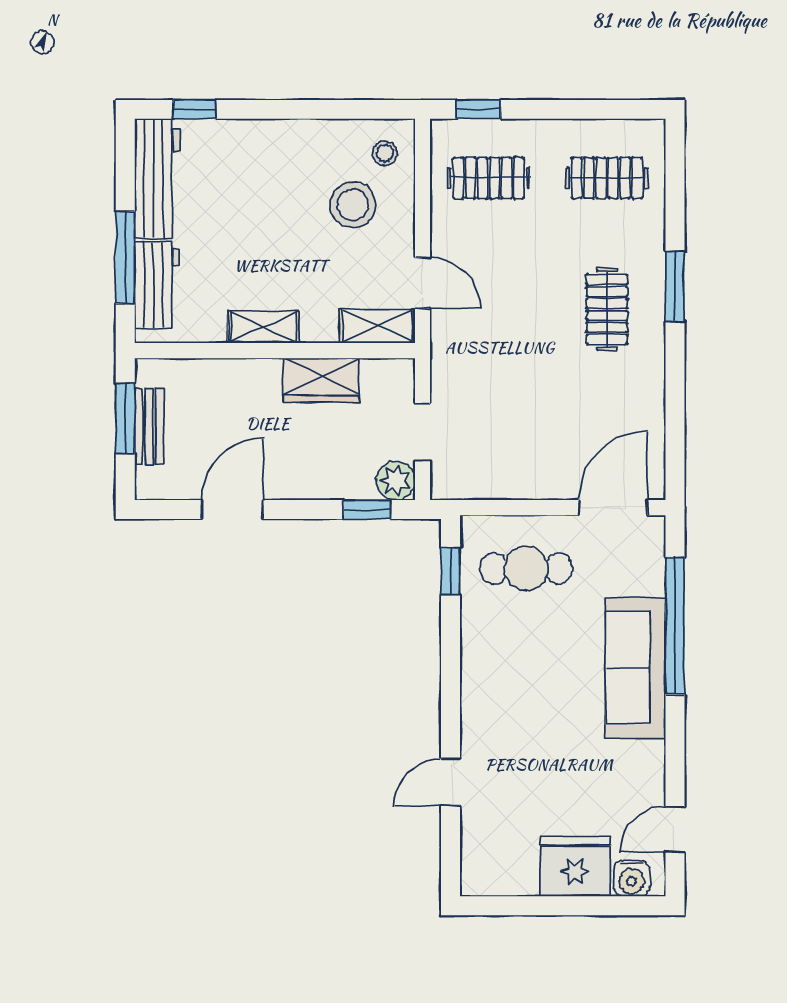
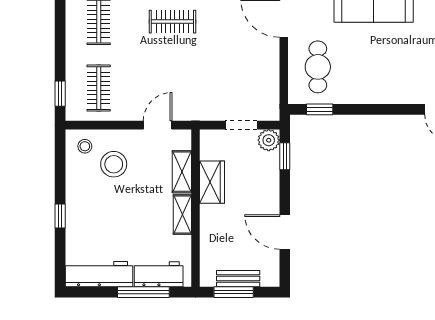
window: (194, 109) -> (60, 216), moved
shelving: (377, 326) -> (182, 172), moved

